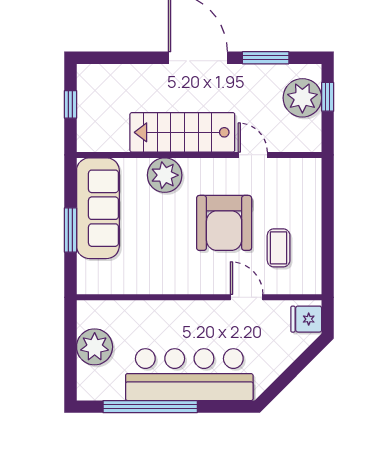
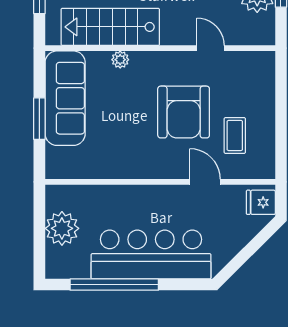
stairs: (182, 132) -> (110, 27), moved
plant: (165, 175) -> (120, 60), width x0.53, depth x0.53

